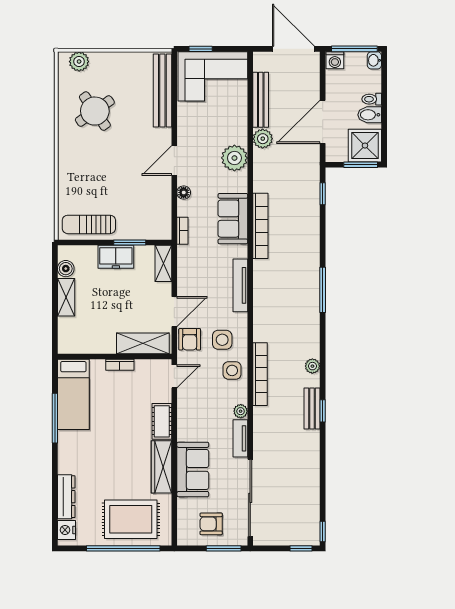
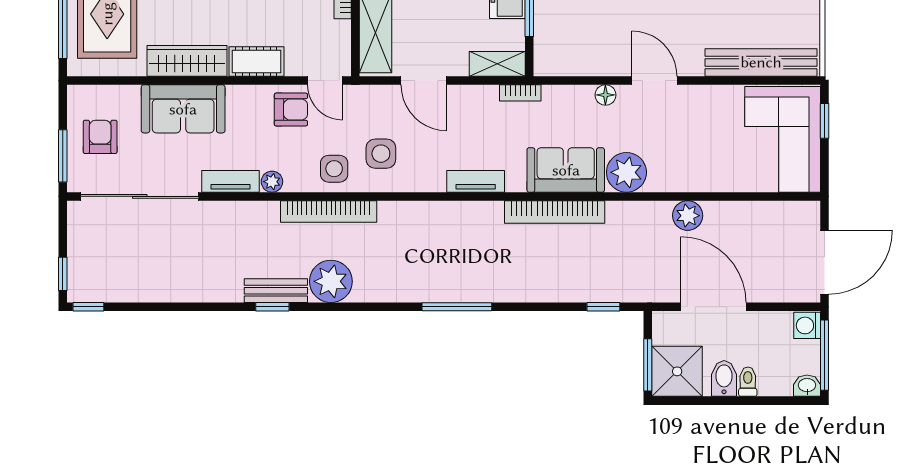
bench: (261, 100) -> (747, 212), removed
plant: (234, 158) -> (626, 172), moved
bookcase: (182, 231) -> (520, 93), moved
tv unit: (240, 285) -> (476, 181), width x0.71
armchair: (190, 339) -> (291, 109), moved, turned 180
plant: (312, 366) -> (331, 281), width x1.88, depth x1.88

